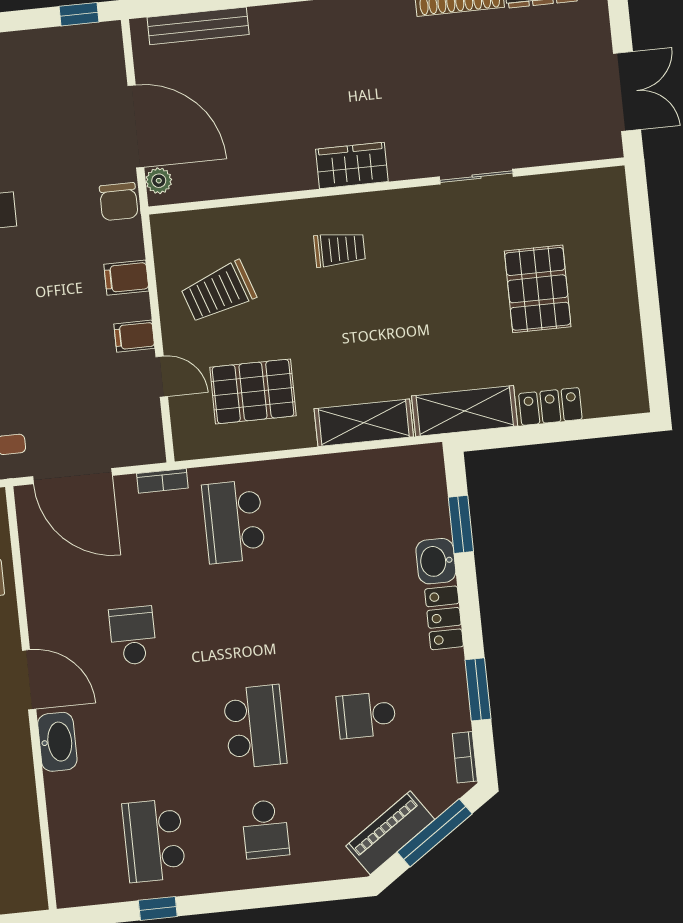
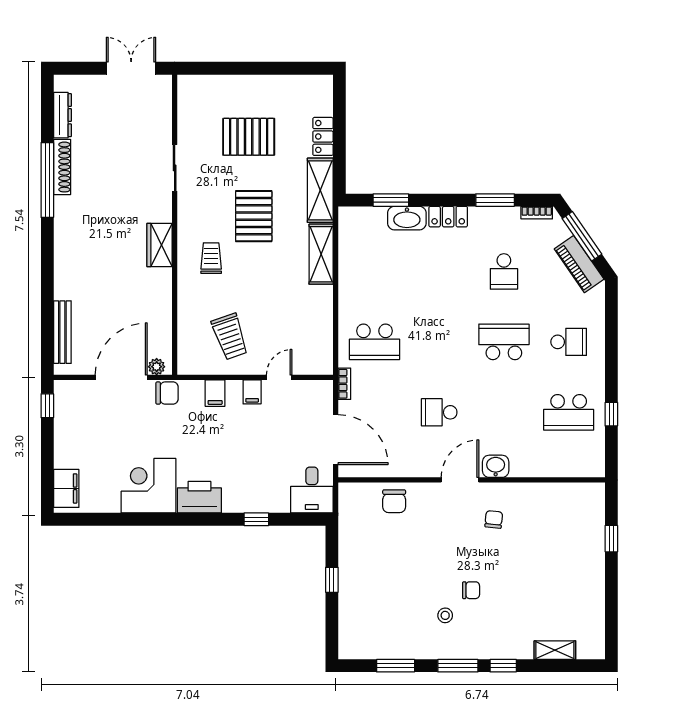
pallet: (253, 391) -> (254, 216), moved
door: (73, 476) -> (336, 440), hinge flipped
washbasin: (436, 561) -> (407, 218), width x1.38
washbasin: (57, 742) -> (496, 466), width x0.72

